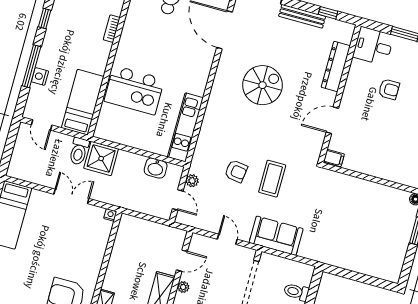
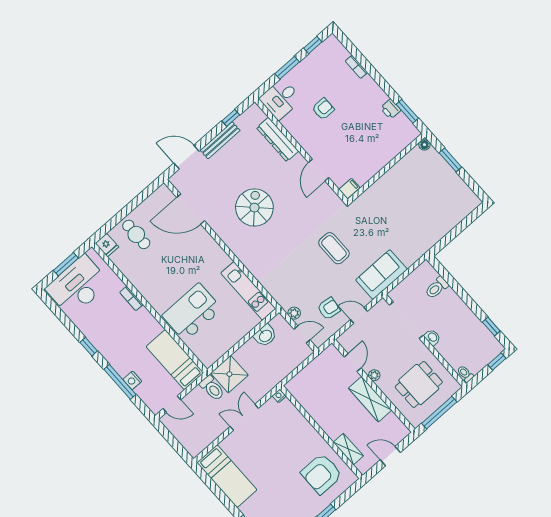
kitchen island: (134, 90) -> (192, 312), turned 180
armchair: (236, 171) -> (329, 308), moved

